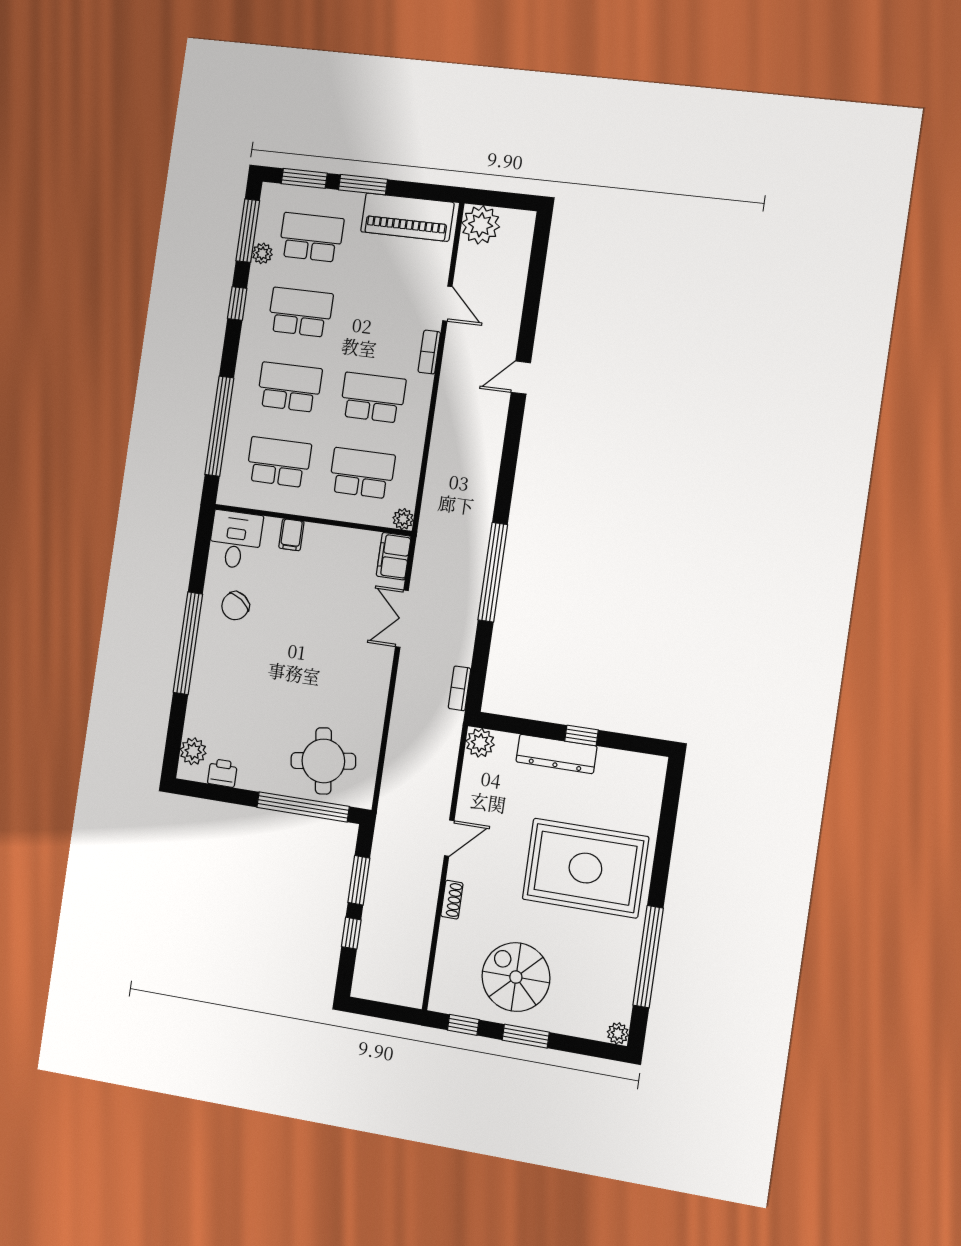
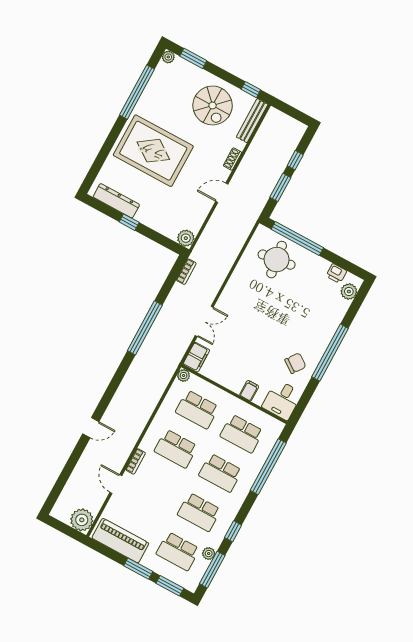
dresser: (556, 754) -> (116, 201), moved
bench: (443, 974) -> (252, 121), added
window: (526, 1036) -> (193, 58), moved

